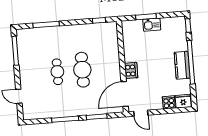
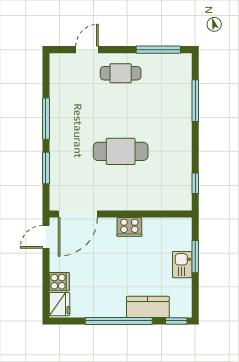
kitchen counter: (182, 65) -> (148, 307), moved
cooker: (131, 70) -> (129, 227), moved
cafe table: (57, 72) -> (121, 73), moved
door: (125, 94) -> (78, 214), swing flipped

